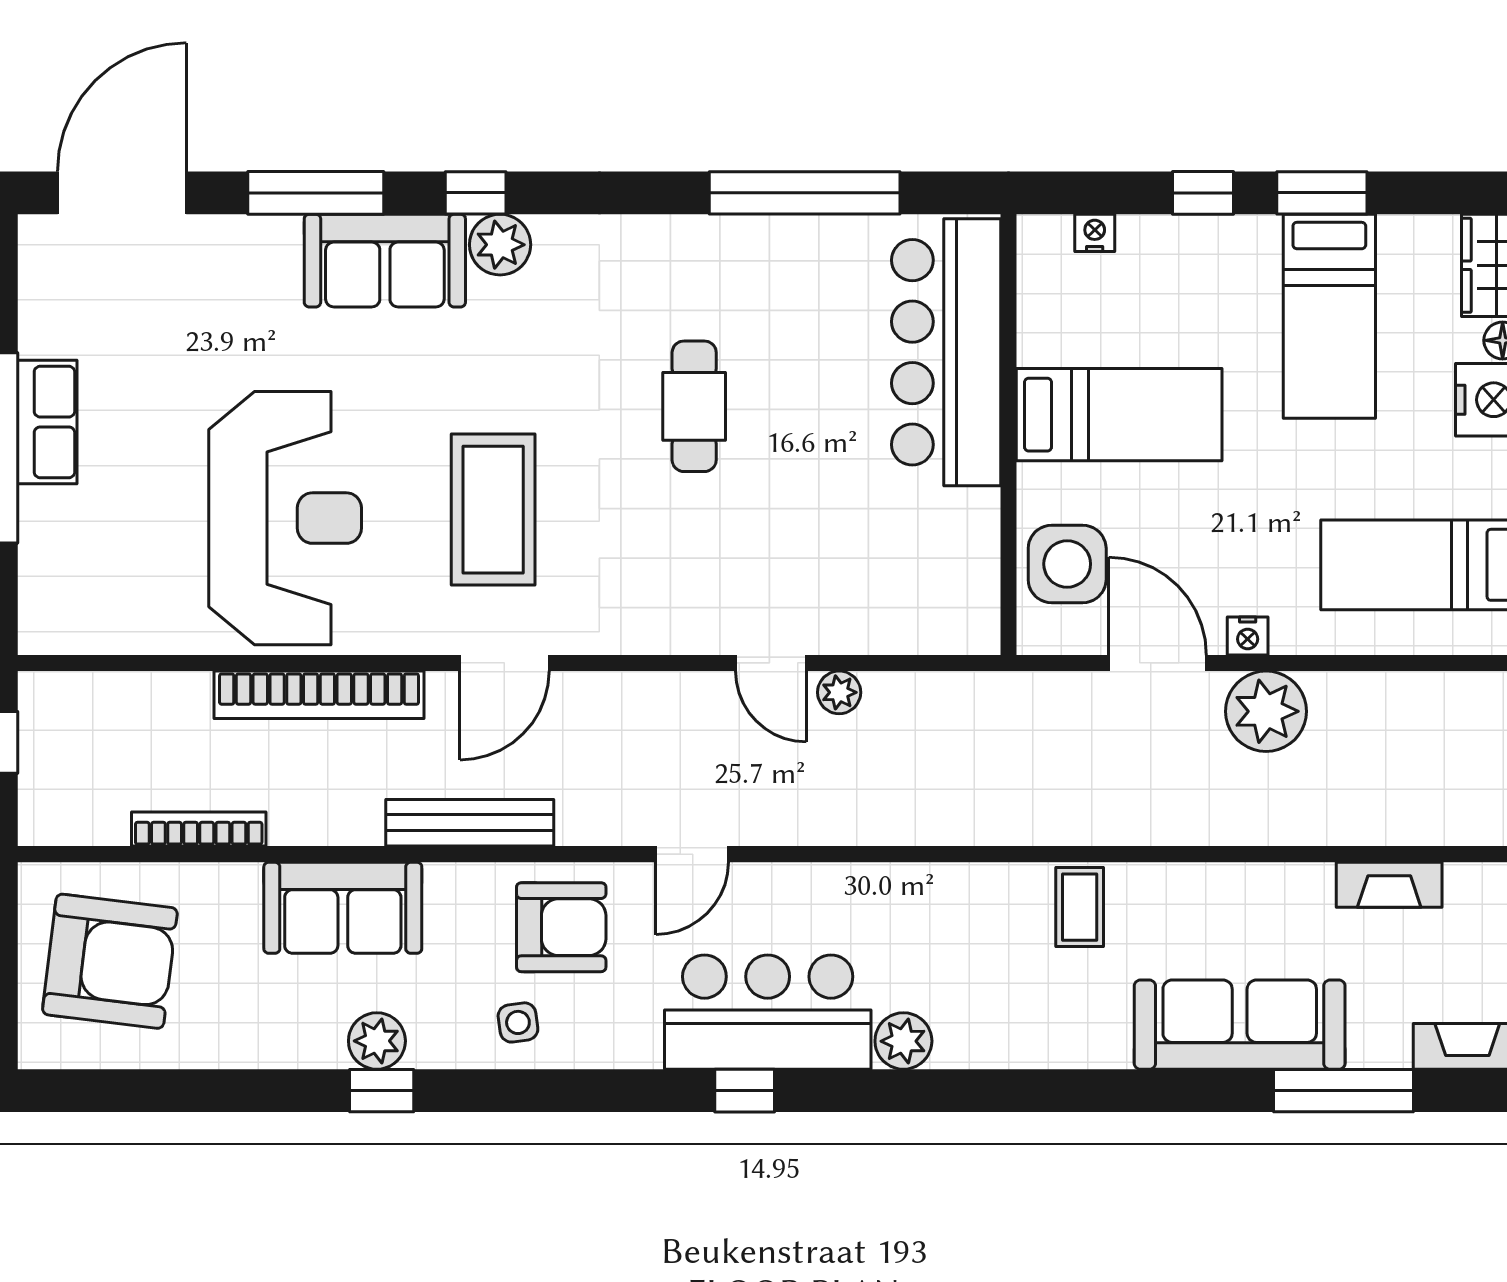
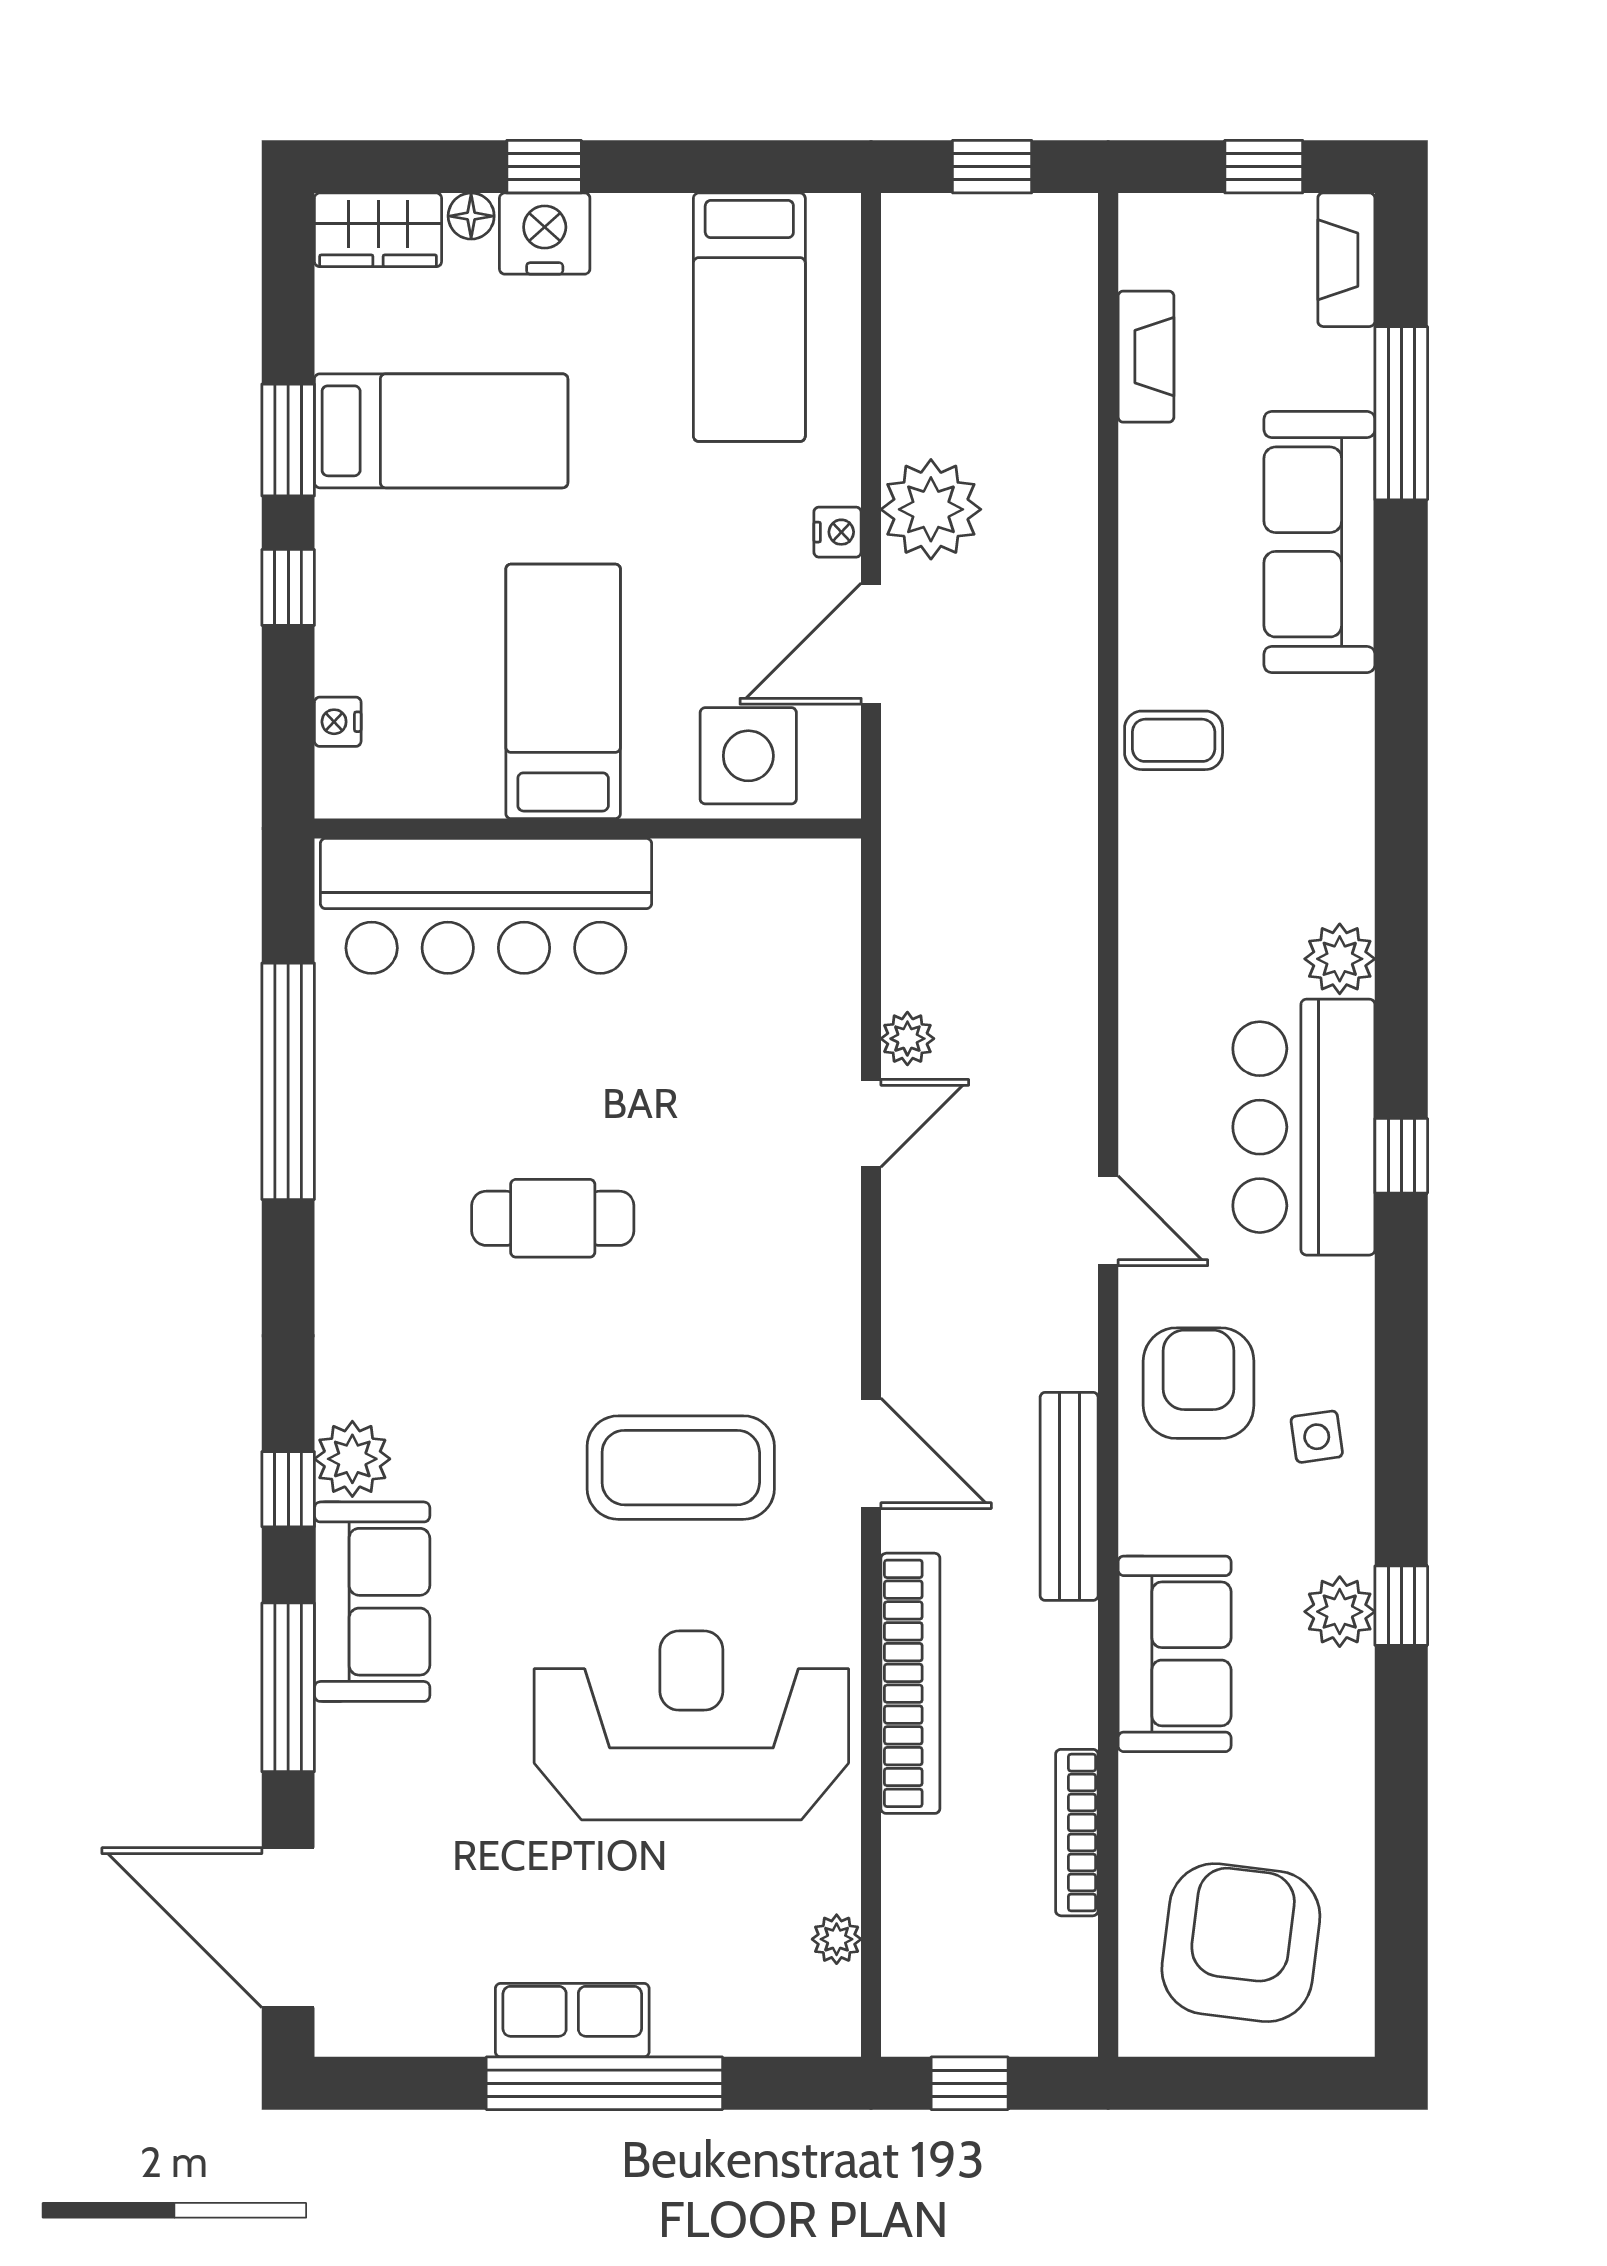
plant: (113, 635) -> (837, 1939), added

